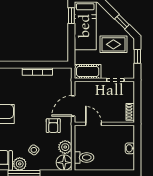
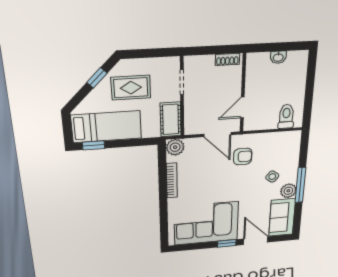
rug: (113, 44) -> (131, 88), turned 90
window: (137, 56) -> (147, 53), removed
plant: (65, 147) -> (175, 147), moved
floor lamp: (64, 163) -> (291, 140), removed

